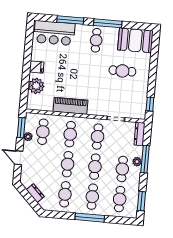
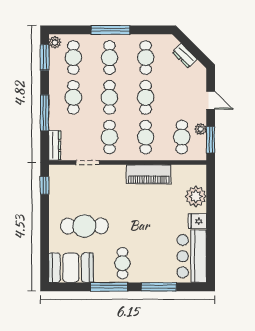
bar counter: (54, 33) -> (192, 256), moved, turned -90
cafe table: (122, 71) -> (84, 226), width x1.37, depth x1.35
plant: (137, 162) -> (55, 42), moved

